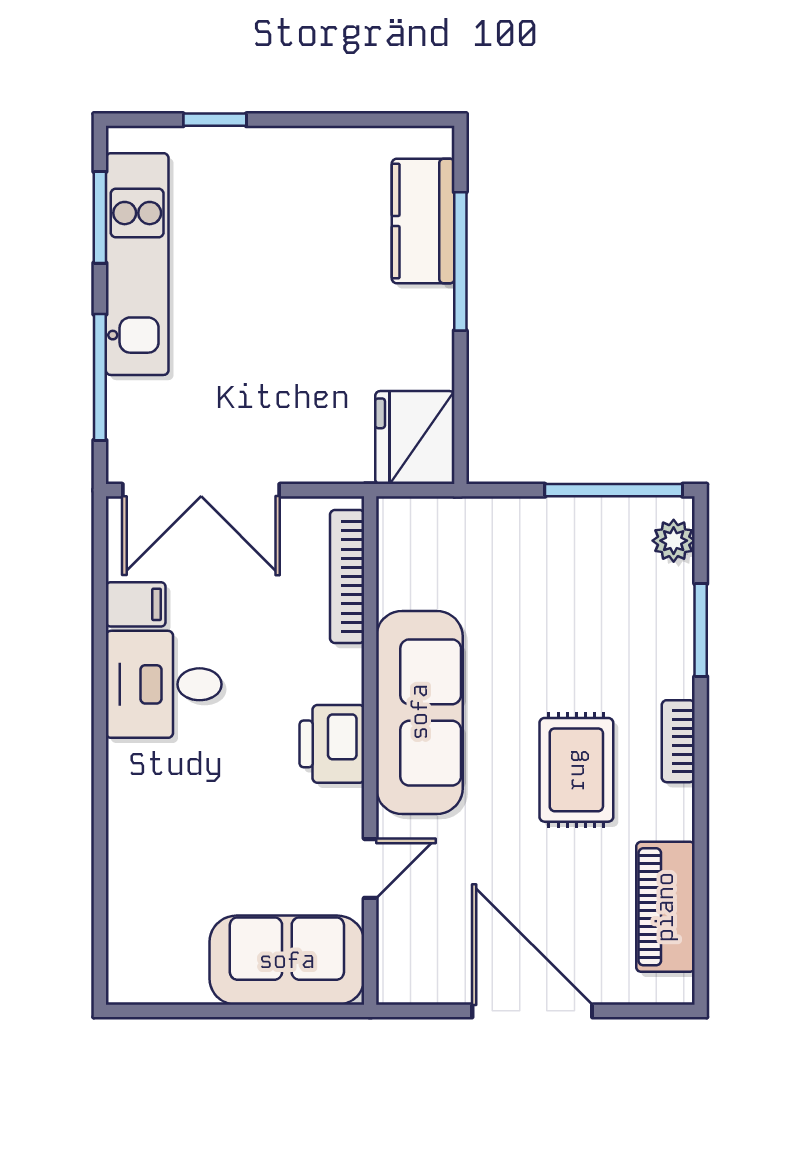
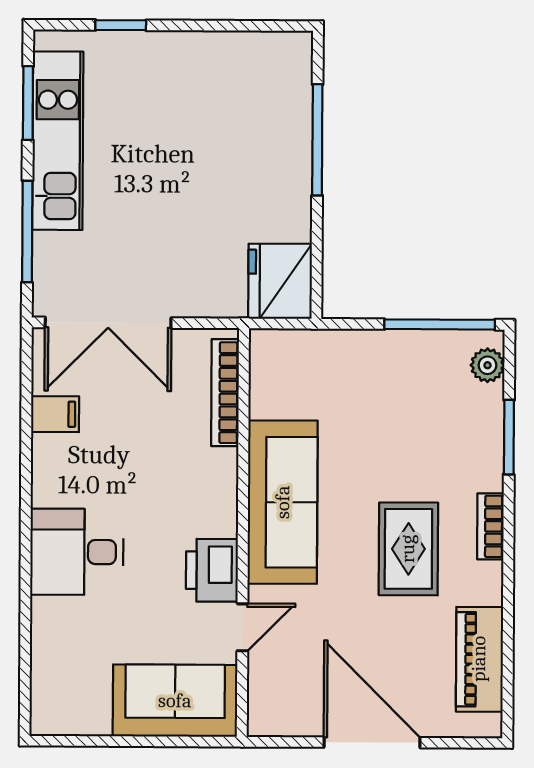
kitchen counter: (423, 221) -> (288, 107), removed
desk: (164, 684) -> (77, 552), moved
printer: (332, 744) -> (212, 570), moved

